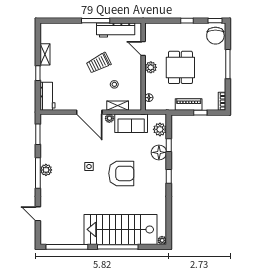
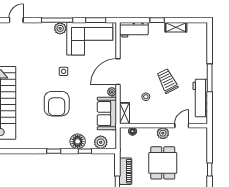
dining table: (180, 67) -> (163, 163), turned 90
shelving: (118, 106) -> (125, 113), moved
corner sofa: (56, 140) -> (90, 39), added

